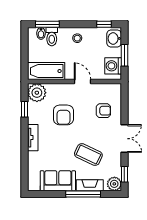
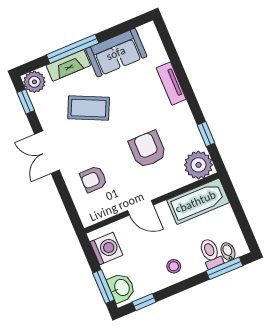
window: (124, 55) -> (103, 287), moved
tv unit: (33, 138) -> (171, 84), moved

